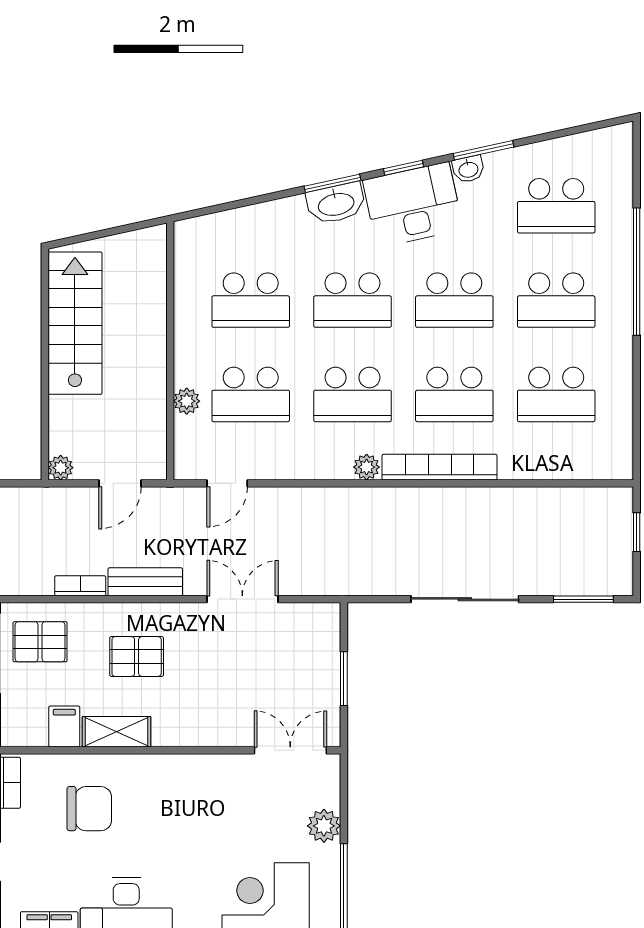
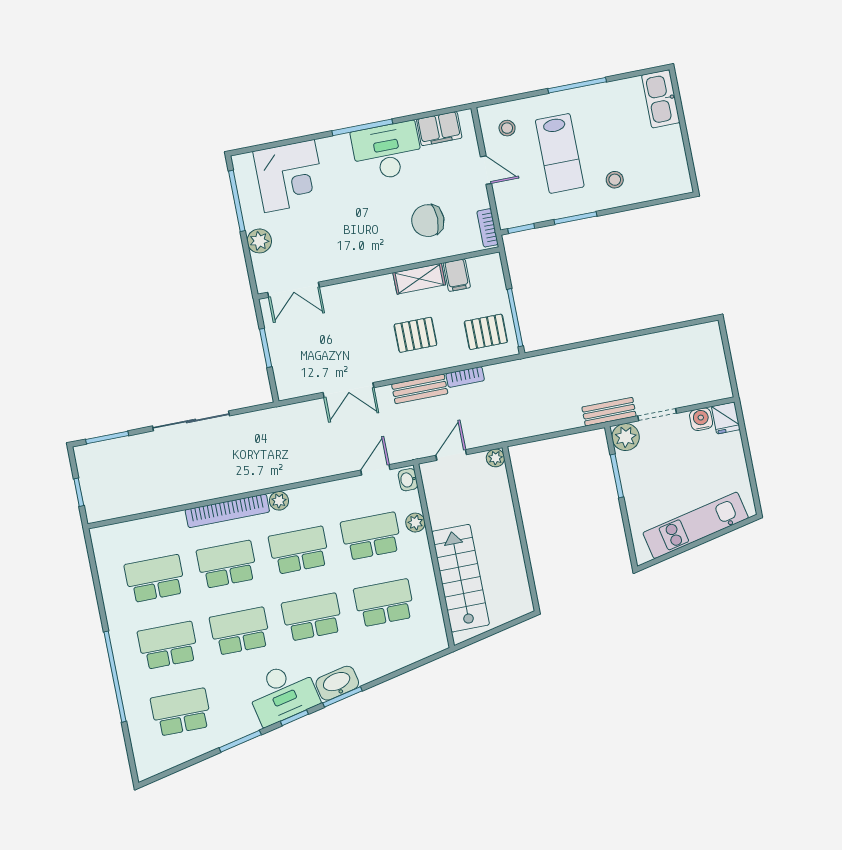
washbasin: (468, 169) -> (408, 480), moved, turned -78
stairs: (75, 323) -> (461, 578), moved, turned 180

